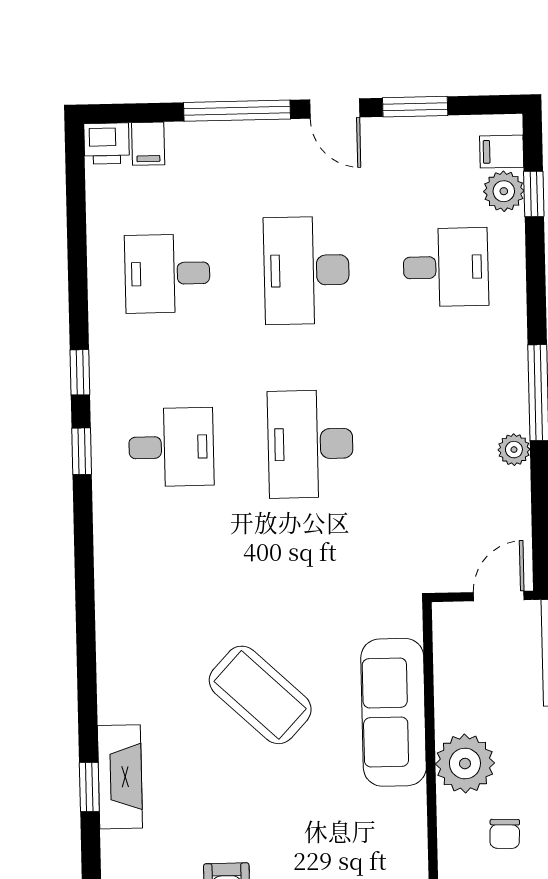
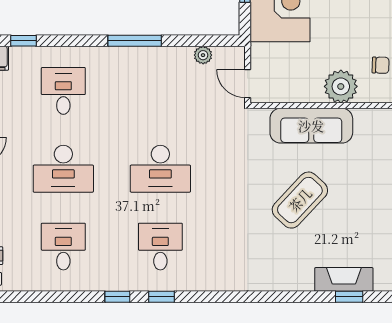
plant: (504, 191) -> (22, 58), removed
desk: (167, 274) -> (63, 247), turned 180
plant: (514, 450) -> (203, 55), moved
door: (499, 596) -> (248, 84), moved

